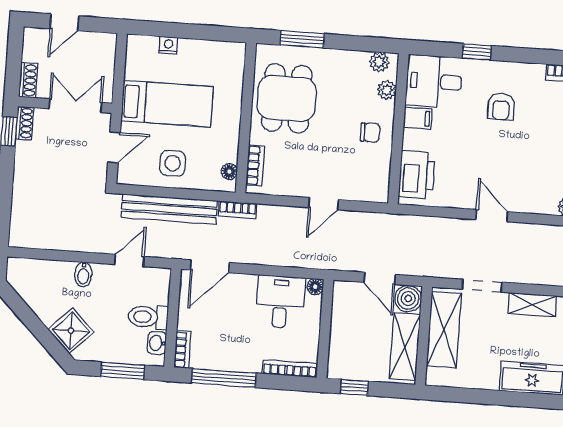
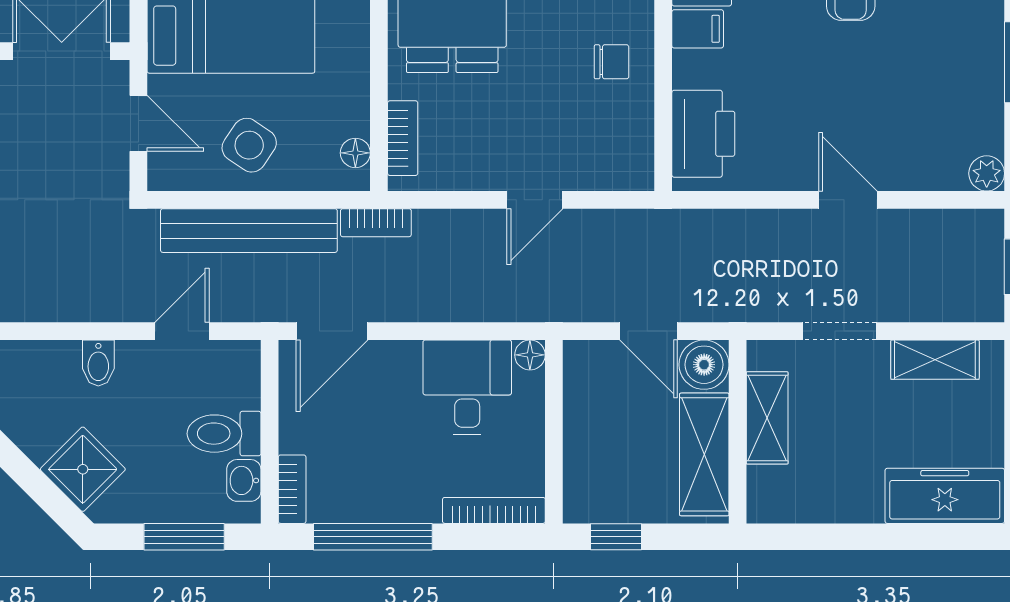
door: (114, 147) -> (138, 123), hinge flipped
side table: (173, 163) -> (249, 145), turned 34
shelving: (444, 330) -> (767, 418), width x0.67, depth x0.75

